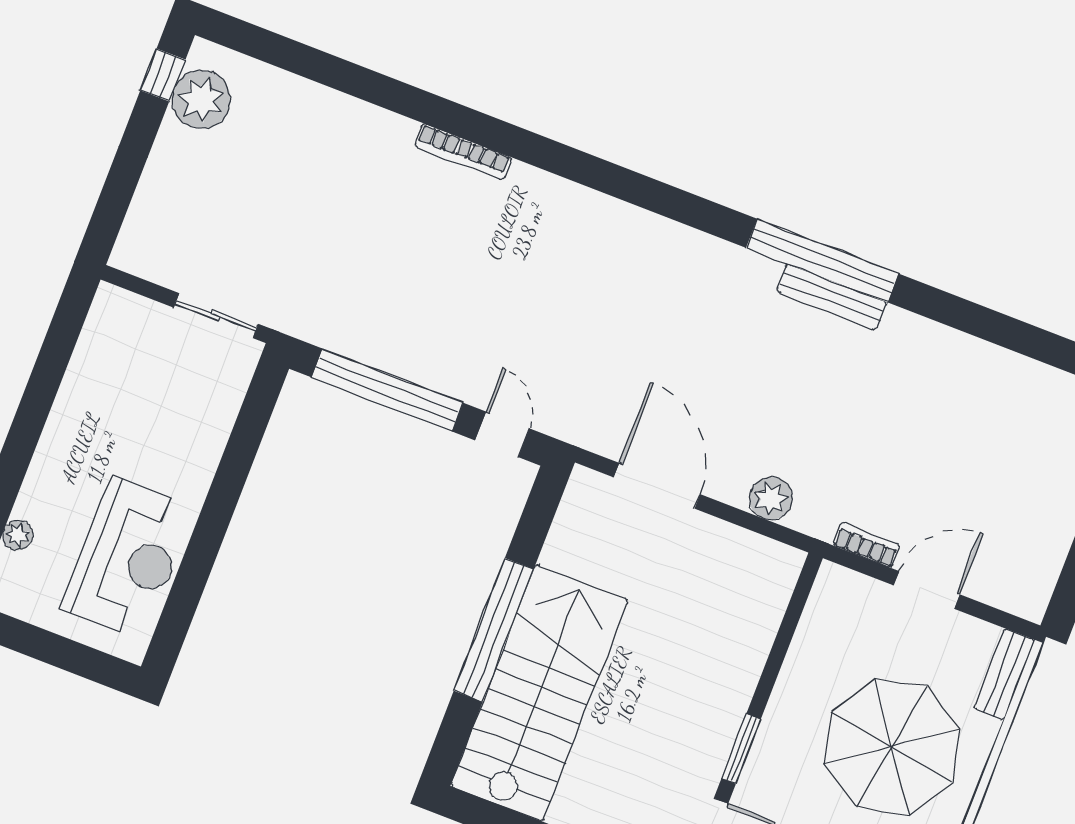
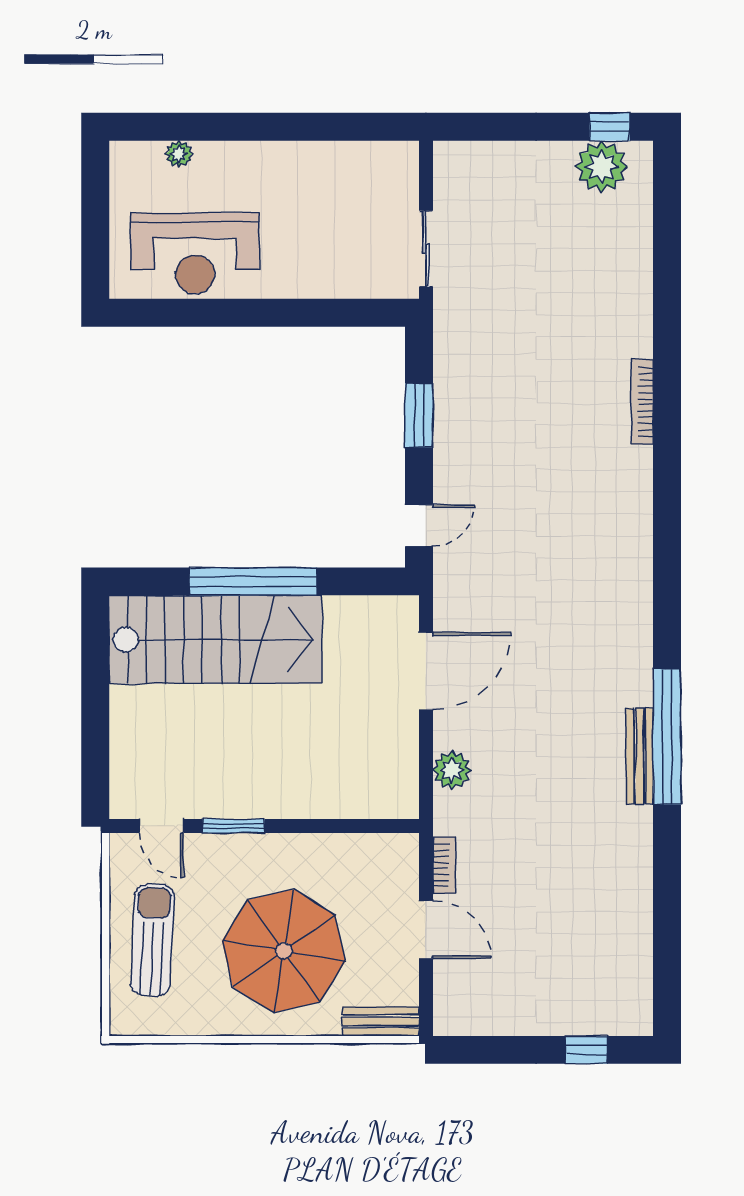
window: (387, 390) -> (419, 415), width x0.47

